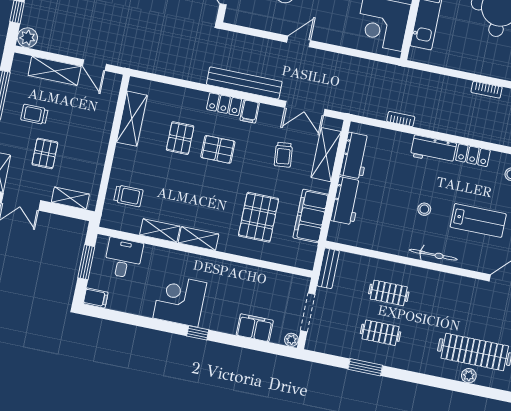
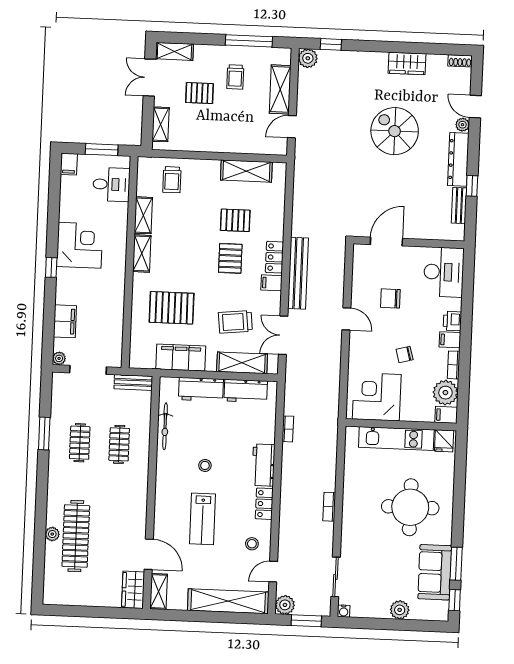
trolley: (34, 114) -> (235, 77), turned 180
trolley: (283, 155) -> (235, 322), width x1.36, depth x1.39
bicycle: (433, 255) -> (165, 426), moved

